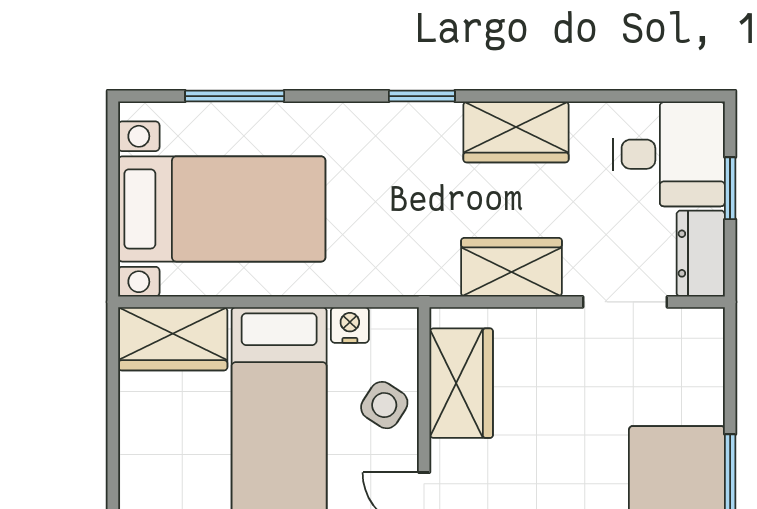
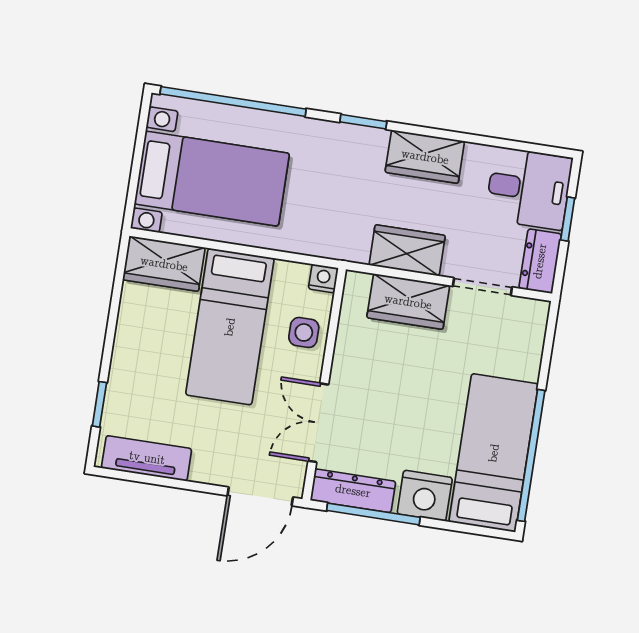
window: (235, 96) -> (233, 101), width x2.11
nightstand: (350, 325) -> (323, 279), moved
wardrobe: (461, 383) -> (408, 302), moved, turned 90
side table: (384, 405) -> (304, 332), turned -33

